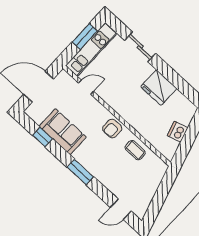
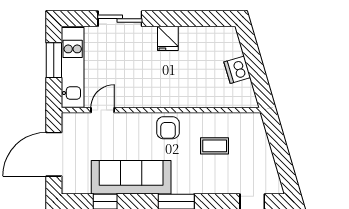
fridge: (159, 88) -> (168, 38), width x0.53, depth x0.75
sofa: (63, 132) -> (131, 177), width x1.36
coffee table: (135, 150) -> (215, 146), moved

